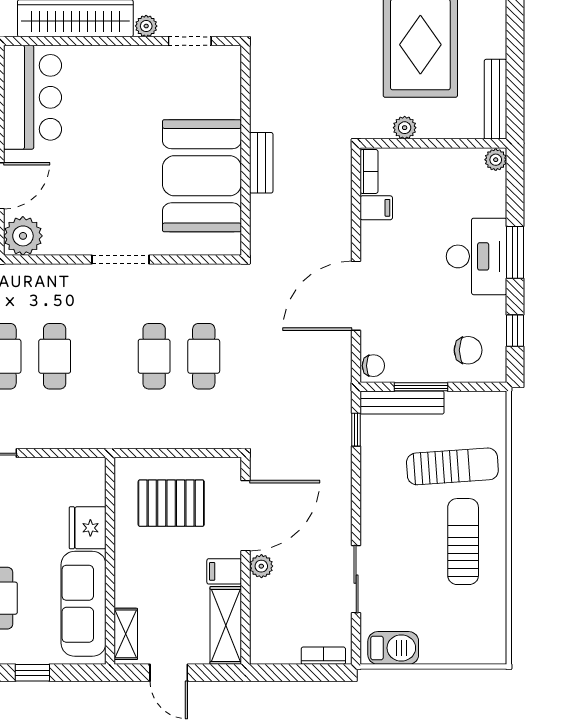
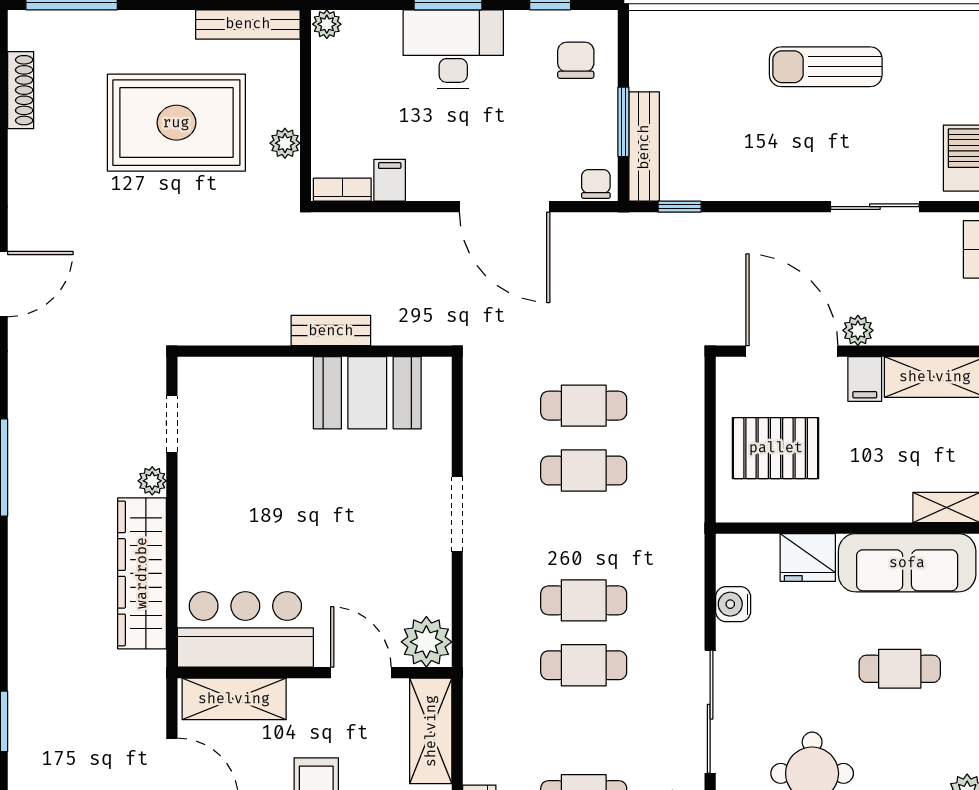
booth: (202, 176) -> (367, 393), width x0.73, depth x0.70
sun lounger: (452, 466) -> (728, 81), removed
water cooler: (52, 471) -> (733, 604), added
pallet: (171, 503) -> (776, 448), turned 90

